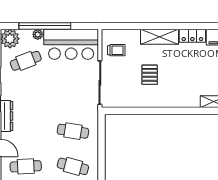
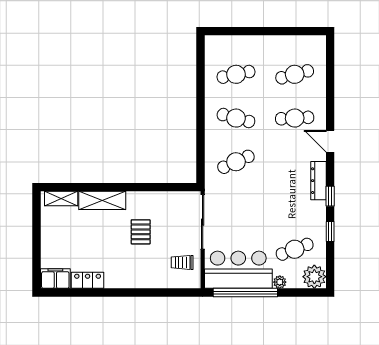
window: (45, 26) -> (245, 292), moved
shelving: (160, 37) -> (102, 200), moved
cafe table: (73, 131) -> (236, 162), turned -33

